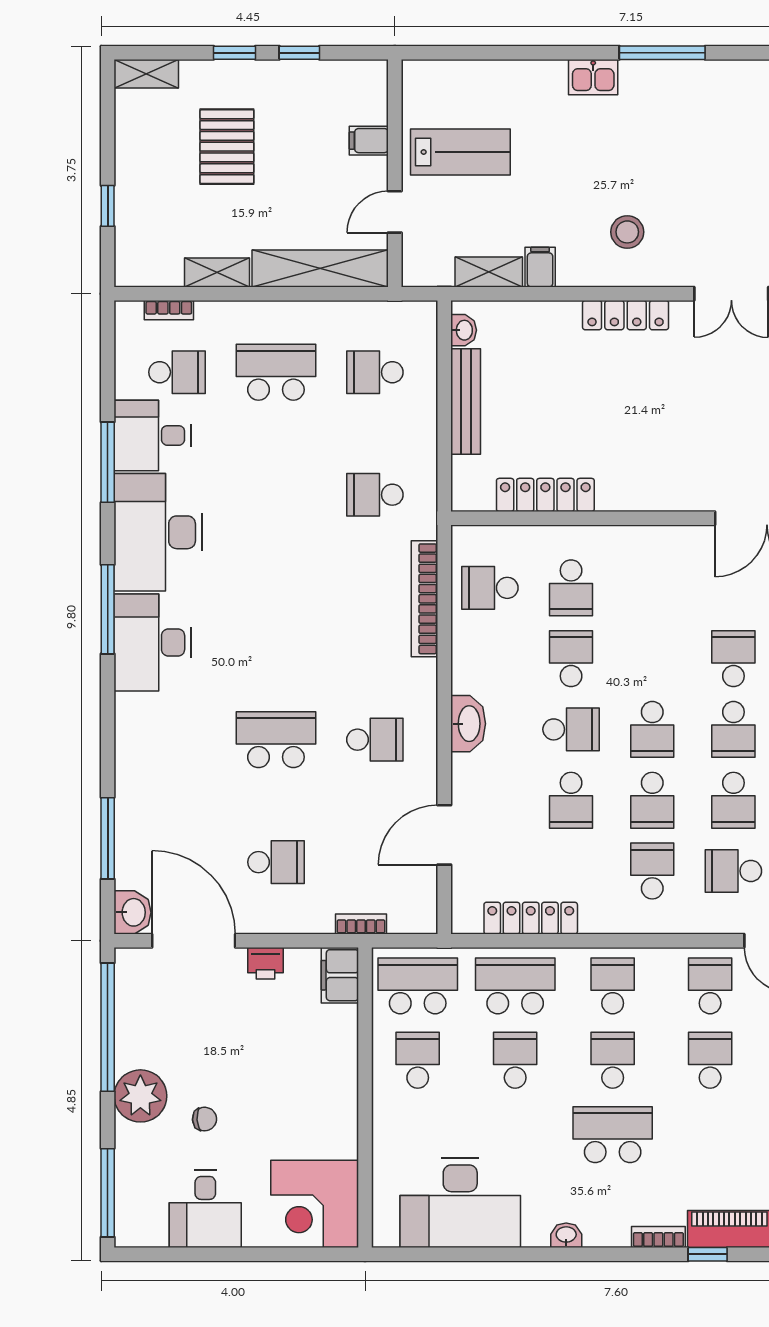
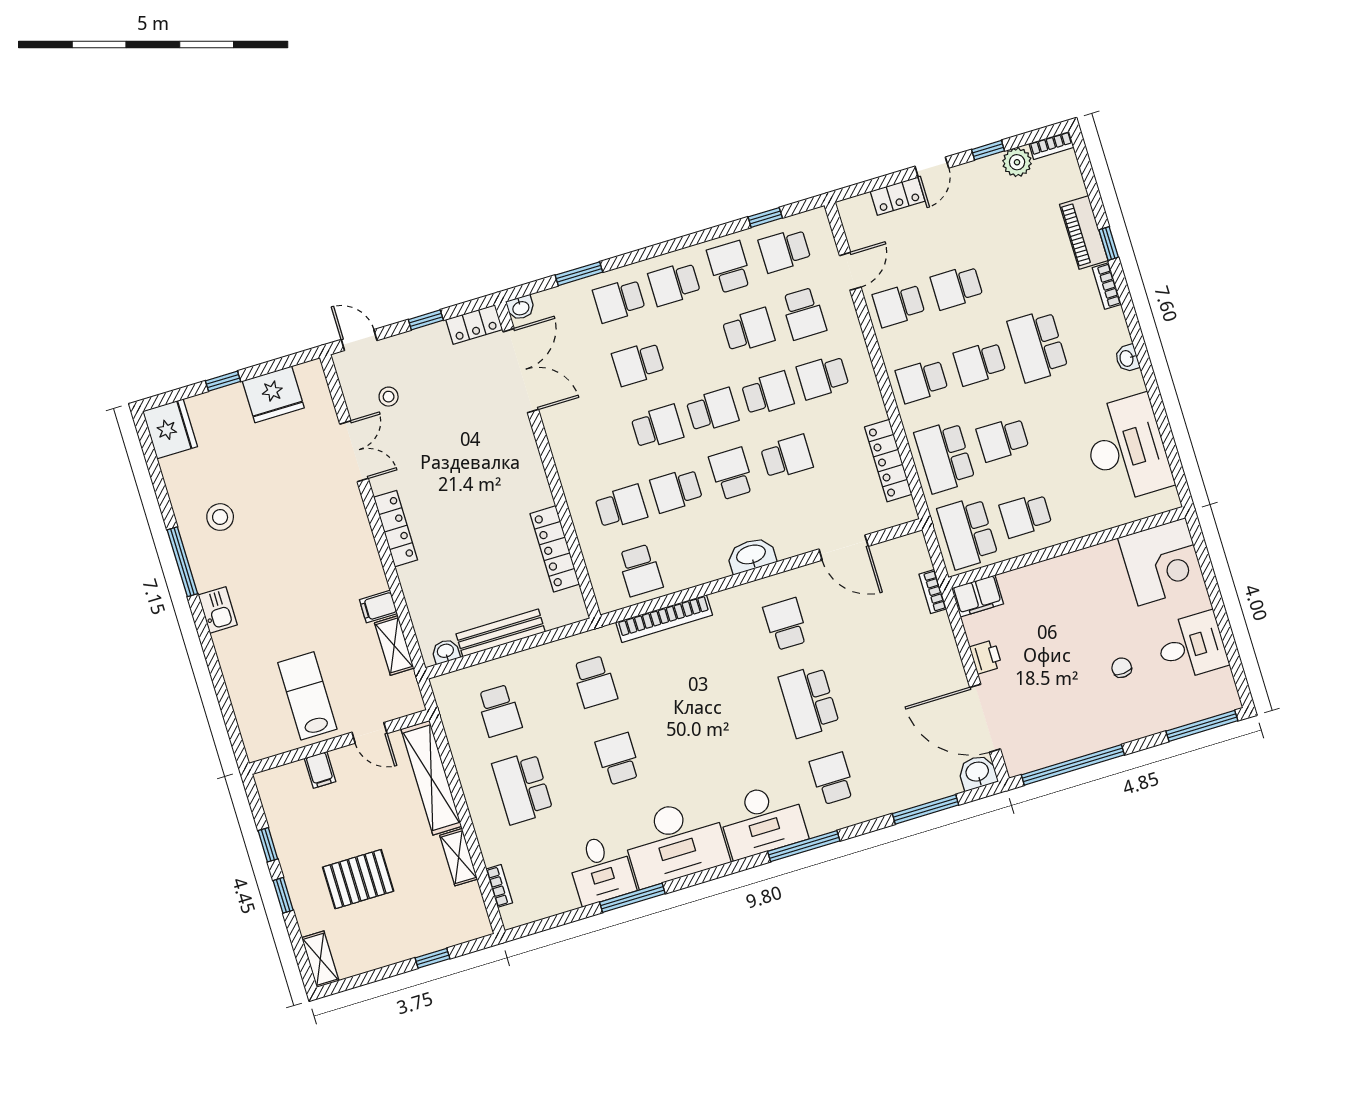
stool: (627, 232) -> (220, 517), moved
school desk: (177, 372) -> (618, 759), moved
window: (108, 609) -> (804, 846), moved
school desk: (733, 729) -> (657, 427), moved
school desk: (276, 862) -> (832, 778), moved
door: (194, 941) -> (985, 718), hinge flipped
plant: (140, 1096) -> (1119, 723), removed

